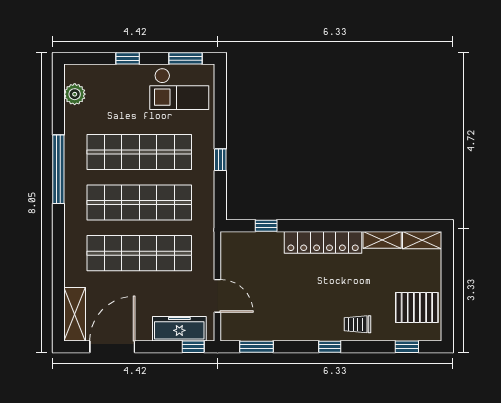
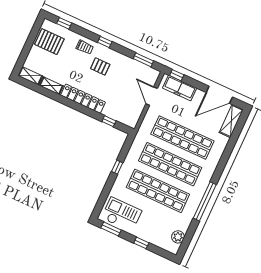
pallet: (319, 305) -> (100, 66), added

